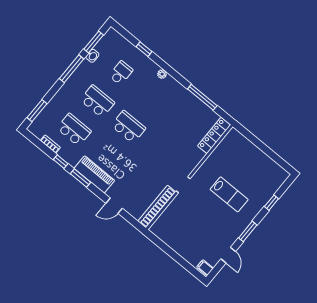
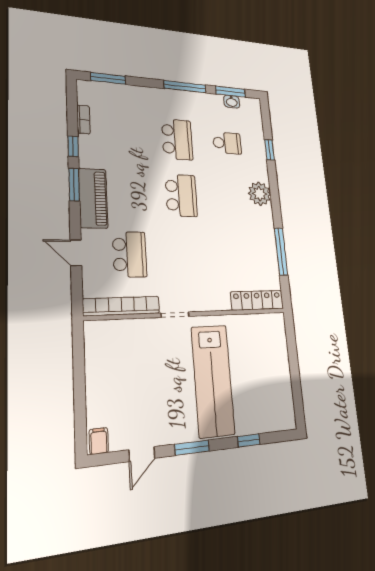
washbasin: (92, 56) -> (232, 102), moved
plant: (162, 74) -> (260, 194), width x1.88, depth x1.88
school desk: (74, 130) -> (130, 254), moved
lab bench: (229, 194) -> (213, 380), width x1.86, depth x1.39

